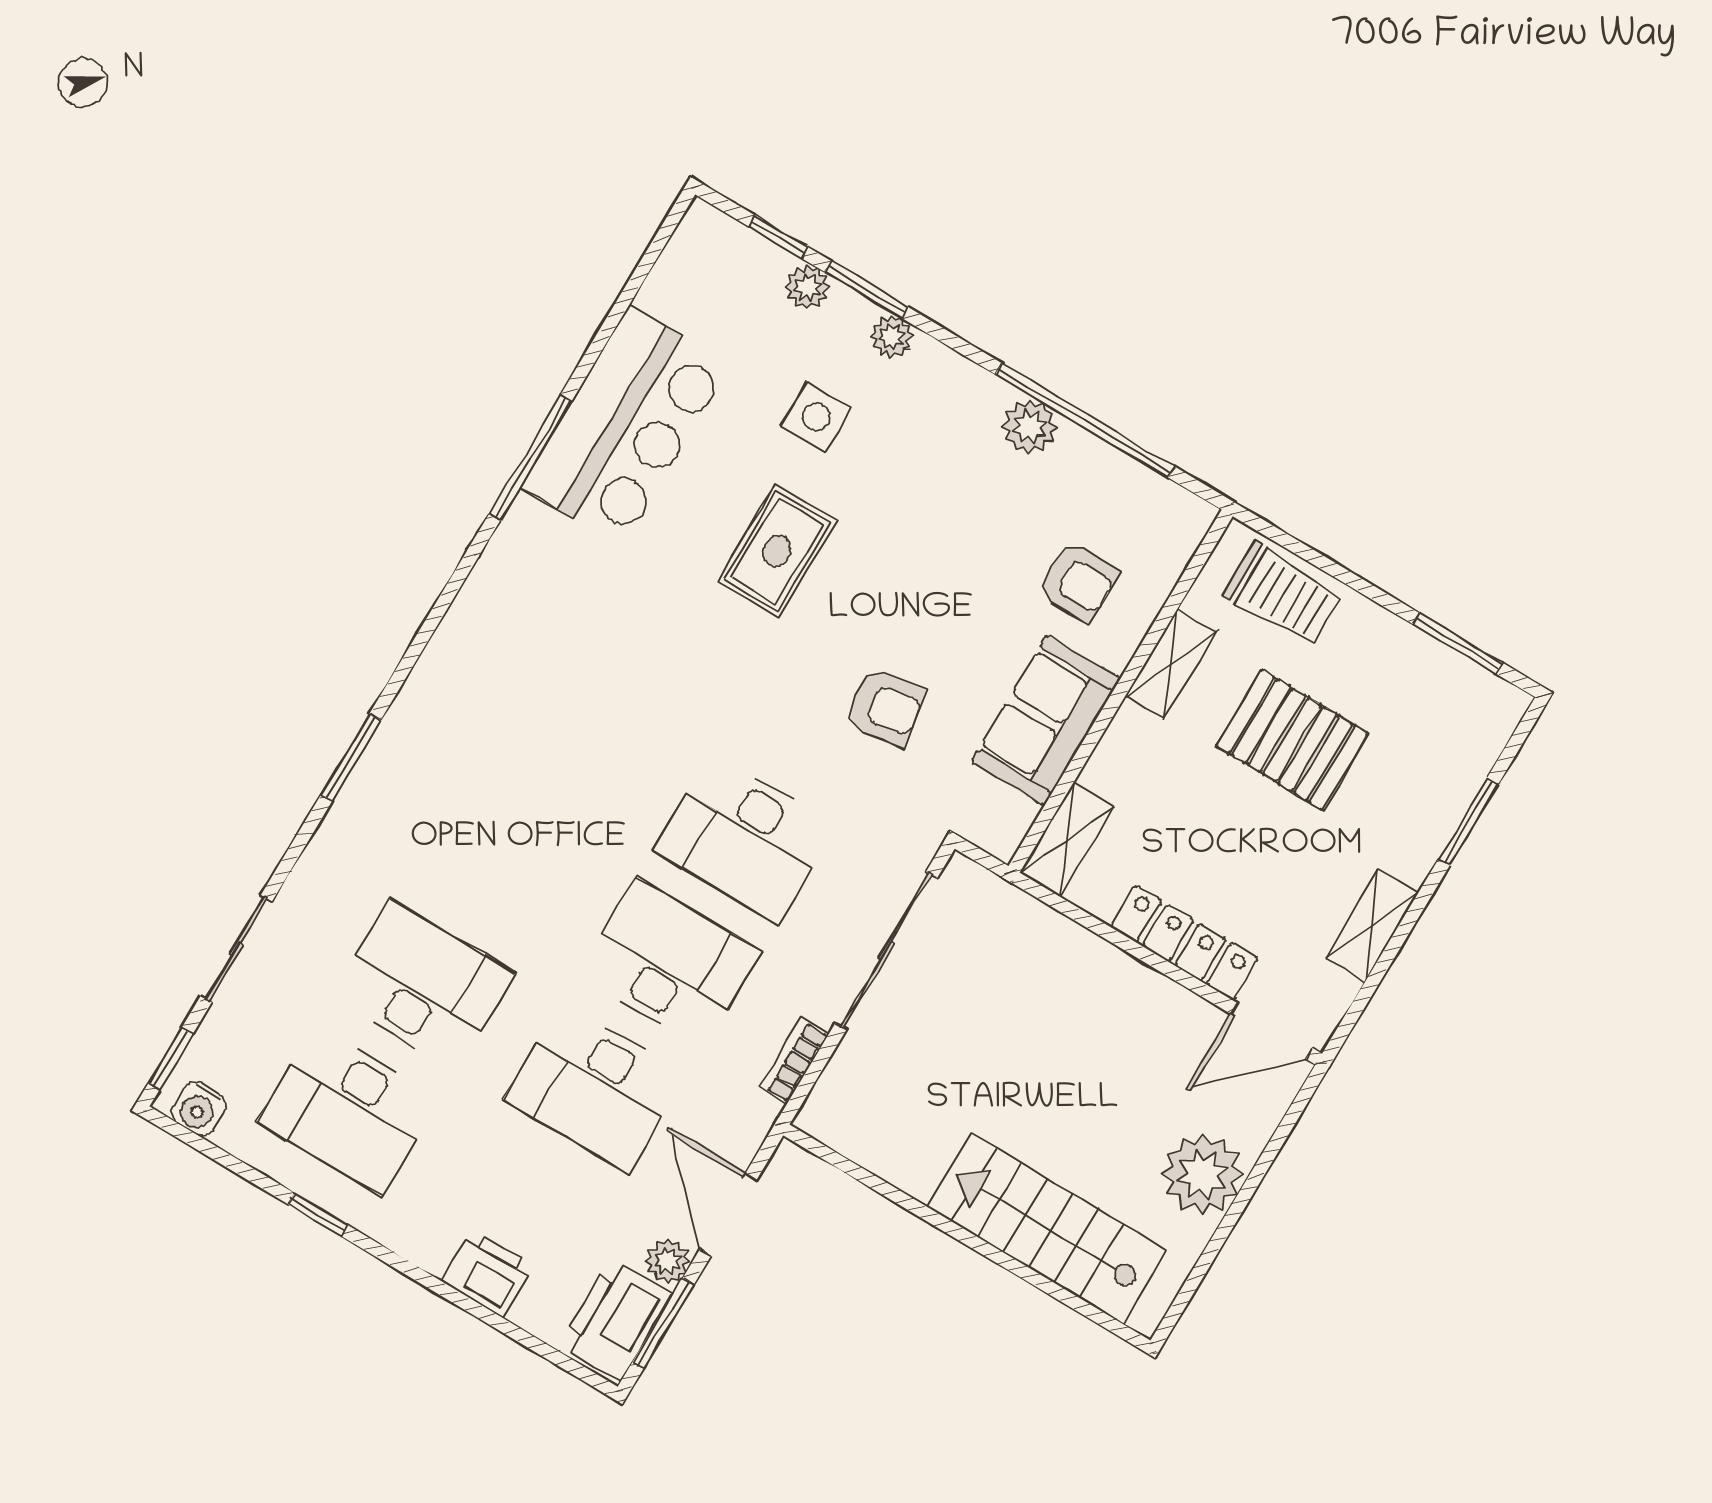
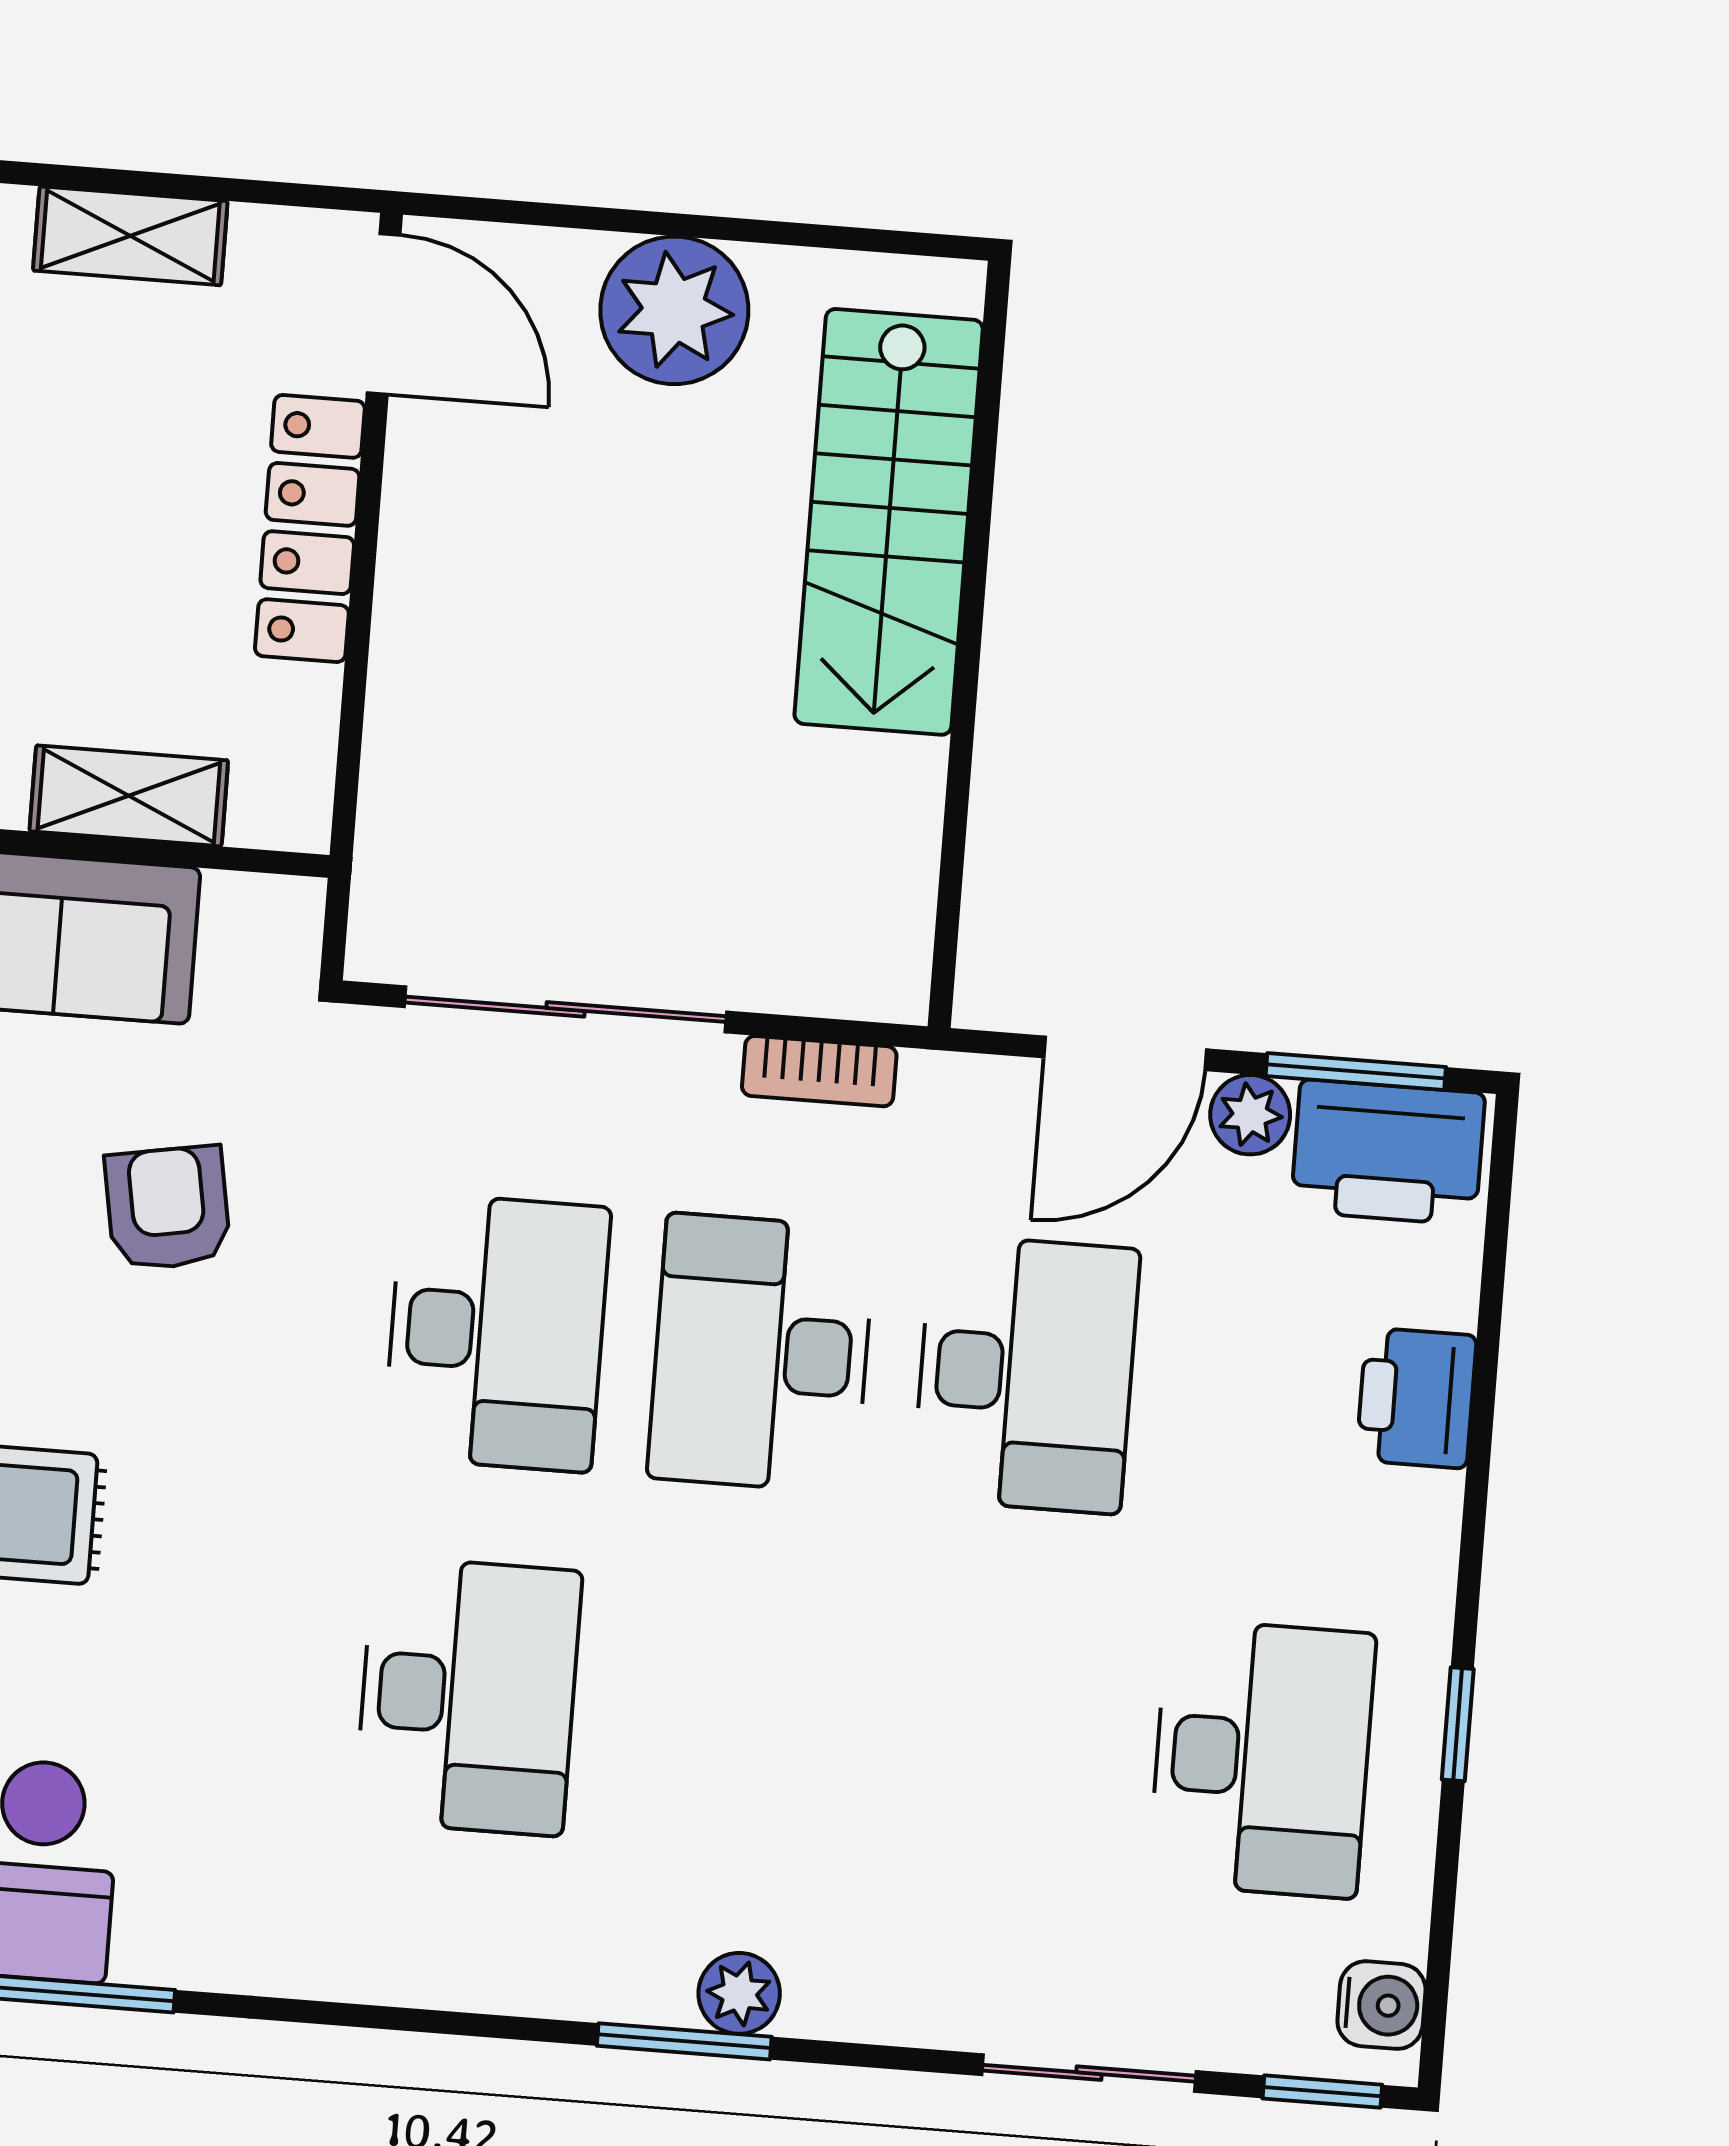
plant: (361, 796) -> (739, 1993), added
shelving: (1067, 840) -> (129, 796), moved
desk: (423, 985) -> (468, 1696), moved, turned 180

